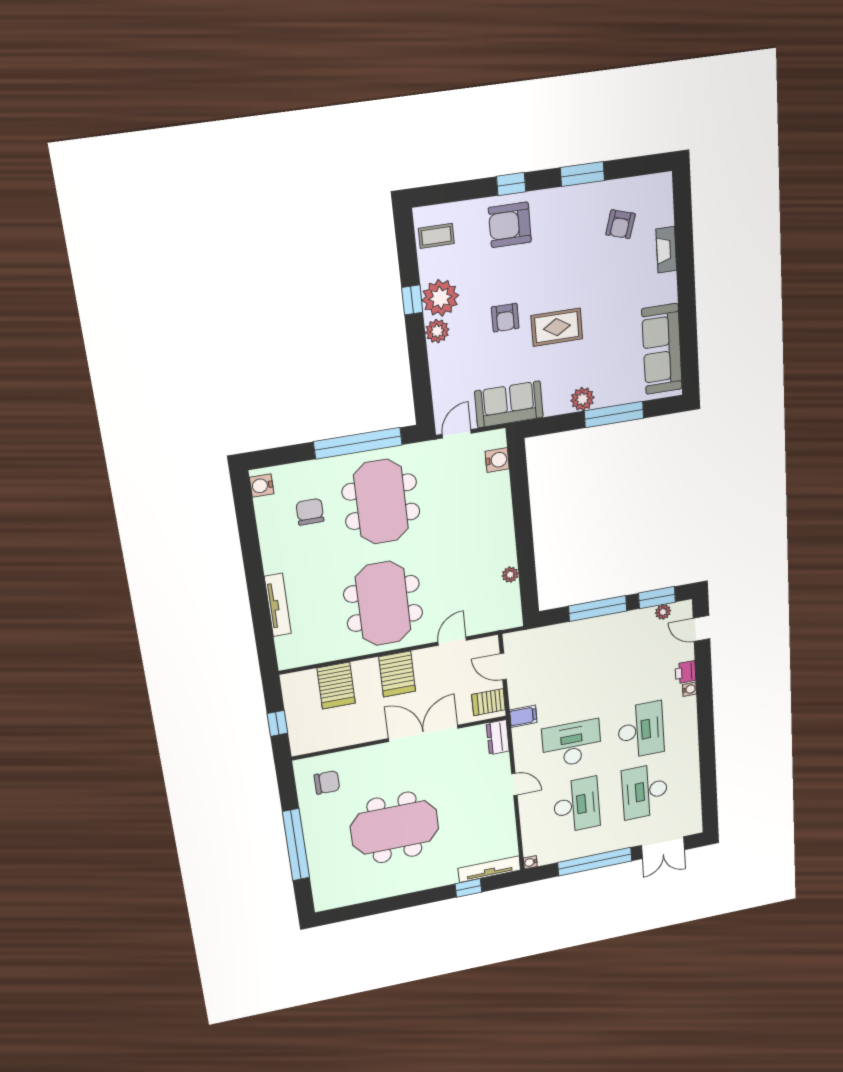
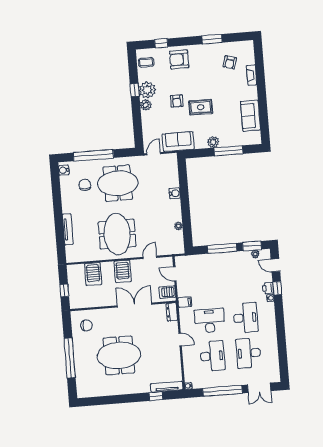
window: (511, 184) -> (161, 43), moved
sofa: (662, 349) -> (250, 116), width x0.73
window: (358, 443) -> (93, 155), moved
water cooler: (497, 460) -> (175, 193), moved
meeting table: (381, 502) -> (118, 183), turned 90
window: (703, 670) -> (277, 288), added

